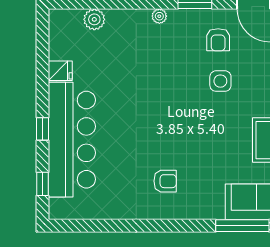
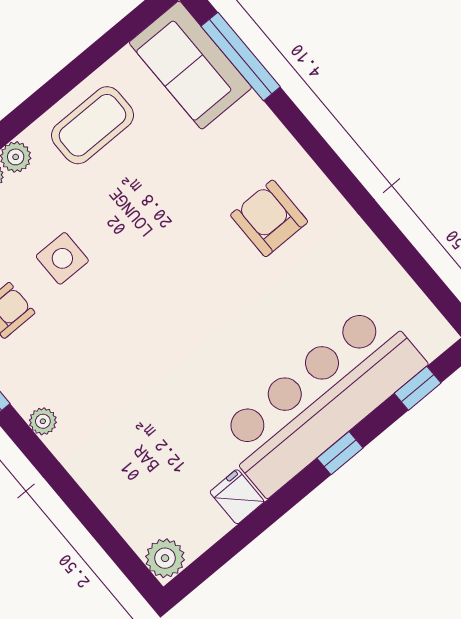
plant: (94, 19) -> (165, 558), moved
armchair: (165, 181) -> (269, 218), width x1.38, depth x1.38

